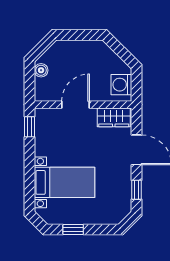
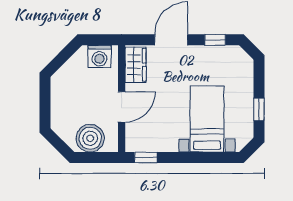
boiler: (41, 70) -> (90, 138), width x1.86, depth x1.86
door: (75, 105) -> (122, 107), swing flipped

